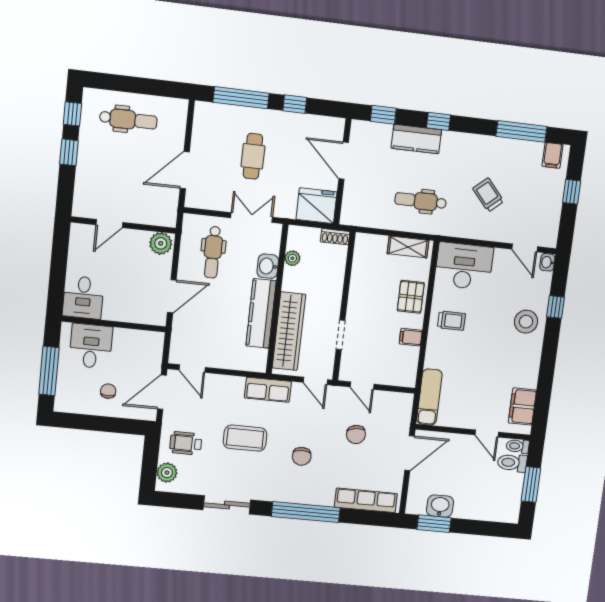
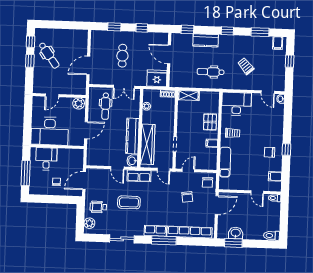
window: (241, 98) -> (114, 27), width x0.46
dental chair: (128, 120) -> (49, 55), moved, turned 54
window: (439, 121) -> (227, 31), moved
window: (521, 131) -> (260, 32), width x0.69
double door: (252, 218) -> (124, 87), swing flipped
shelving: (408, 247) -> (189, 95), moved
washbasin: (268, 266) -> (132, 161), moved
desk: (83, 297) -> (50, 131), width x1.87, depth x1.30
window: (556, 307) -> (286, 150), moved
stool: (526, 322) -> (272, 131), removed
chair: (517, 361) -> (270, 152), added
door: (192, 369) -> (117, 168), moved
door: (362, 386) -> (188, 171), swing flipped
exam couch: (429, 397) -> (225, 162), moved
filing cabinet: (522, 407) -> (275, 176), width x0.50
chair: (302, 456) -> (208, 182), moved
toilet: (512, 463) -> (272, 236), moved
window: (531, 484) -> (284, 218), removed
row of seats: (291, 494) -> (155, 231), added
row of seats: (366, 500) -> (190, 232), width x1.36
window: (306, 512) -> (164, 240), width x0.68

